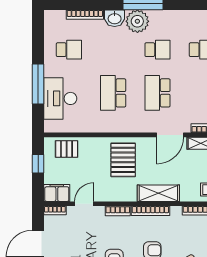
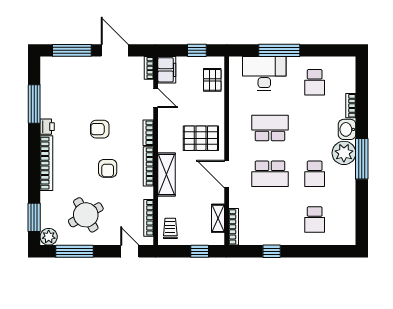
bookcase: (85, 15) -> (351, 106), width x0.64
school desk: (157, 93) -> (270, 174), turned 180
door: (170, 135) -> (227, 174), moved

